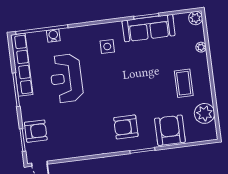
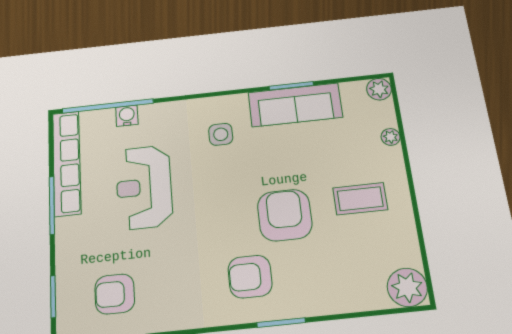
coffee table: (184, 83) -> (360, 199), turned 90
plant: (205, 113) -> (407, 287), moved
armchair: (170, 130) -> (285, 215), moved
armchair: (36, 131) -> (115, 294), moved, turned 180

